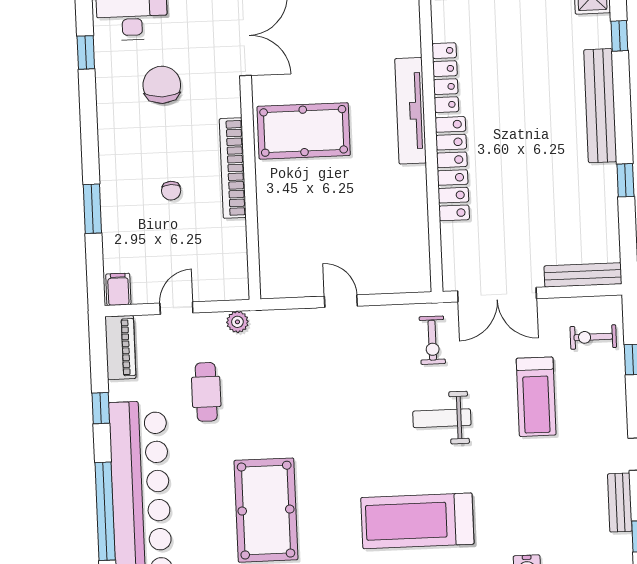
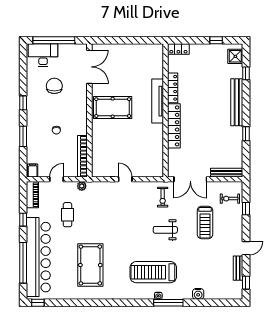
window: (86, 52) -> (23, 103), moved
bookcase: (233, 168) -> (82, 156), moved

